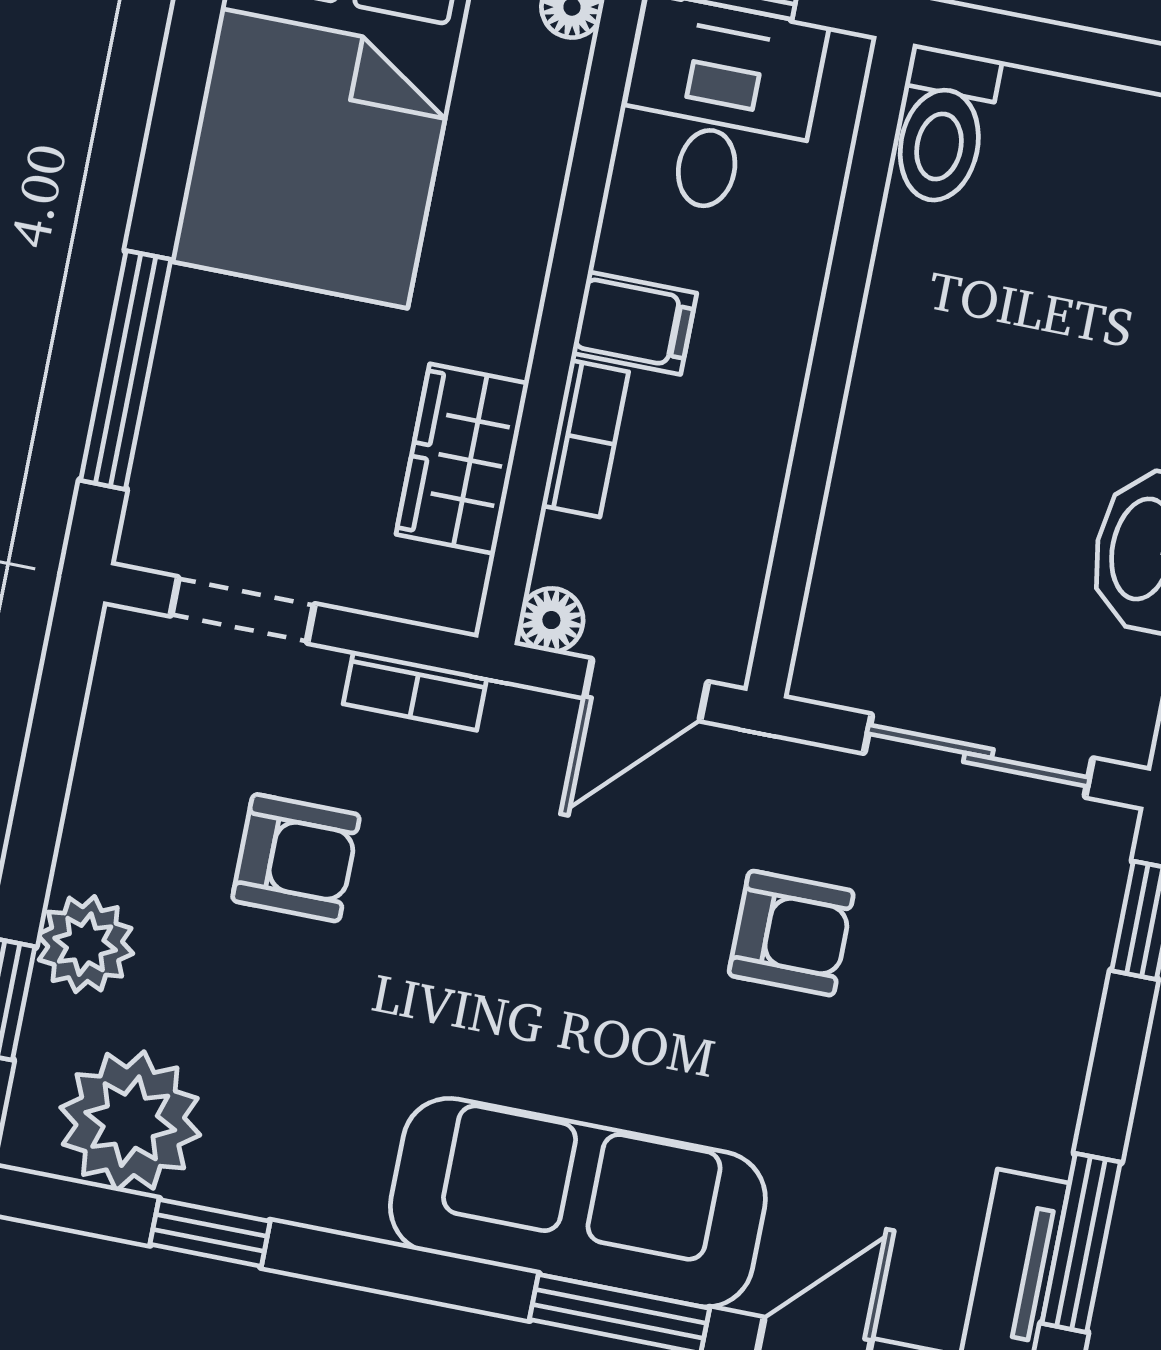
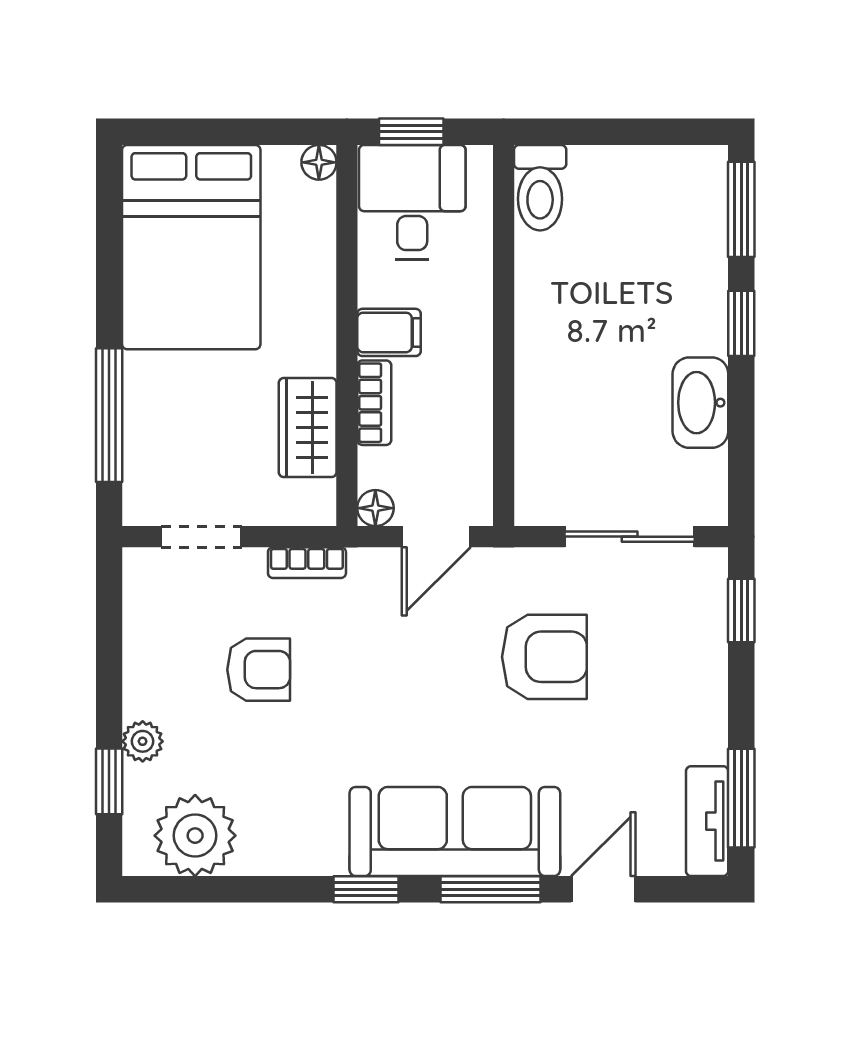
armchair: (791, 933) -> (544, 657), width x1.38, depth x1.38
plant: (85, 944) -> (143, 741), width x0.73, depth x0.73
window: (210, 1233) -> (366, 889), moved

